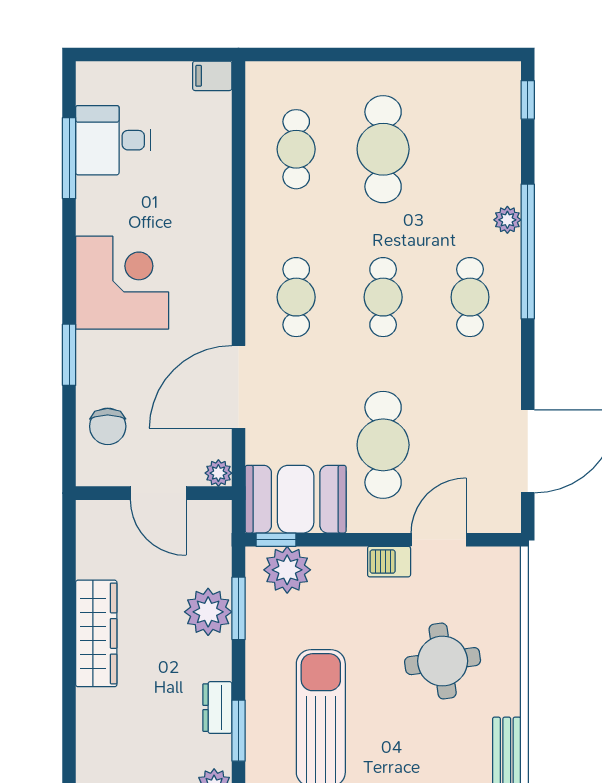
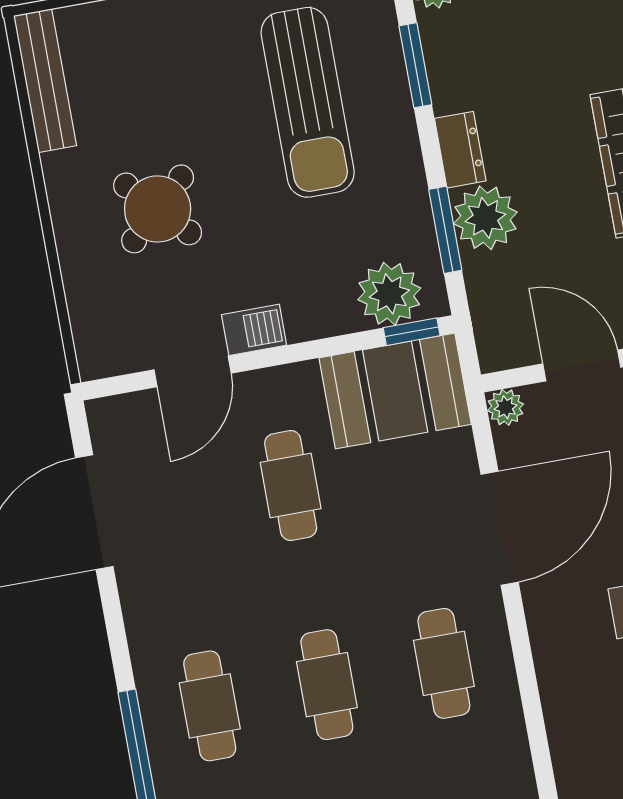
cafe table: (383, 445) -> (291, 486), width x0.73, depth x0.74
round table: (443, 661) -> (158, 209), turned -35
dresser: (217, 708) -> (460, 150), moved

